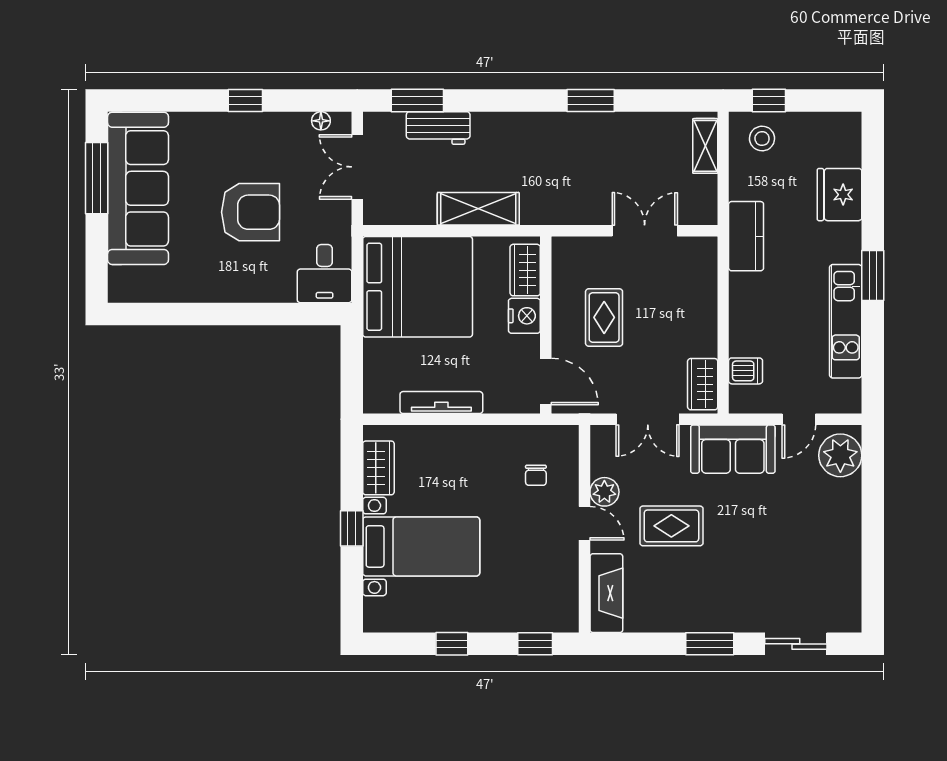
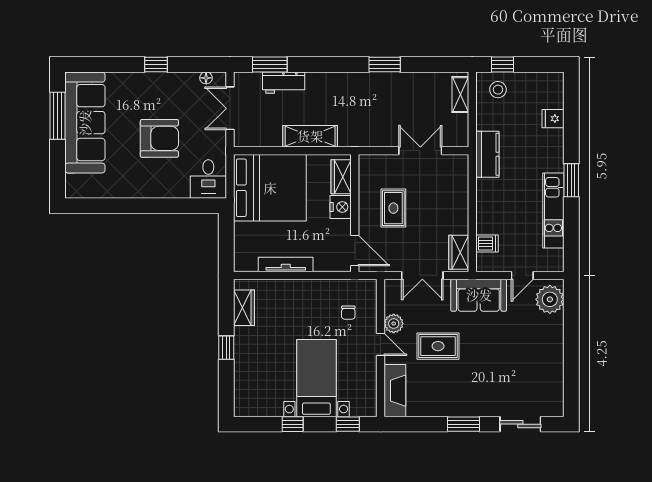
fridge: (840, 195) -> (553, 119), width x0.53, depth x0.75
bed with nightstands: (421, 546) -> (316, 378), moved, turned -90

